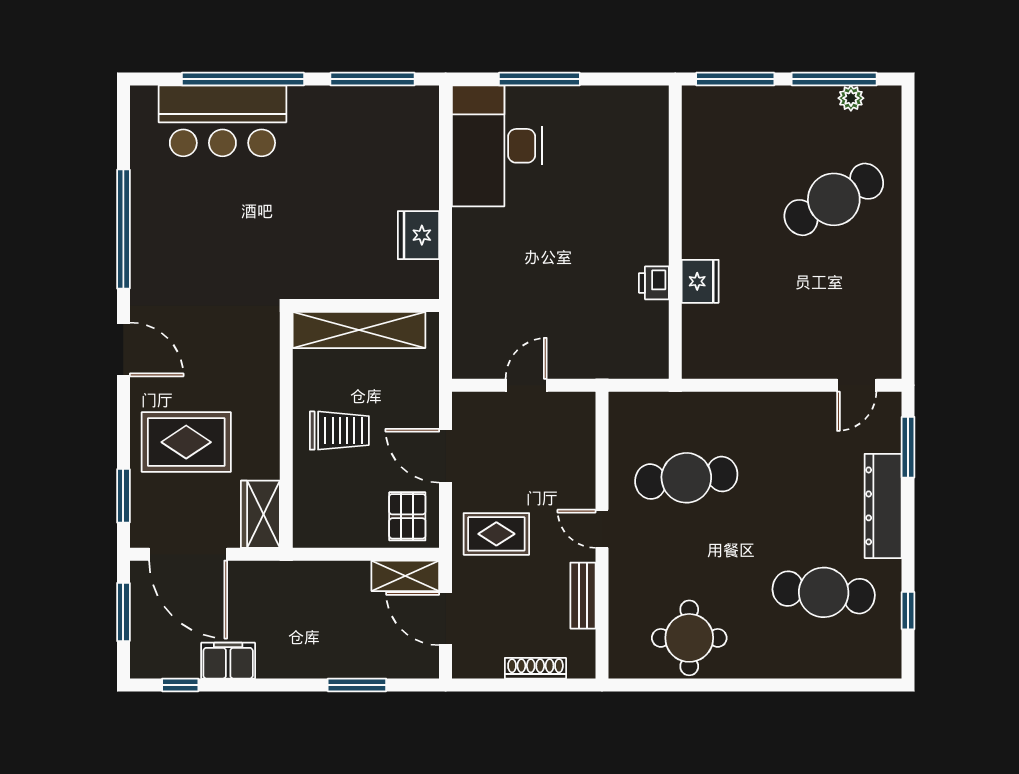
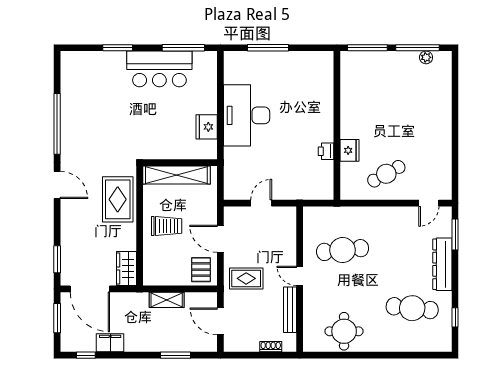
window: (243, 79) -> (118, 48), width x0.47
bar counter: (222, 121) -> (159, 69), moved
desk: (497, 146) -> (247, 115), moved
cafe table: (834, 199) -> (386, 174), moved, width x0.73, depth x0.74
rug: (186, 442) -> (118, 199), moved, turned 90
shelving: (405, 576) -> (167, 300), moved
bench: (583, 596) -> (290, 310), width x1.36
shoe rack: (535, 668) -> (271, 347), width x0.70

